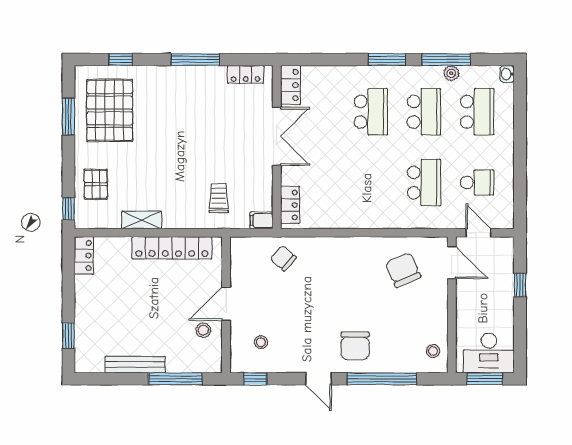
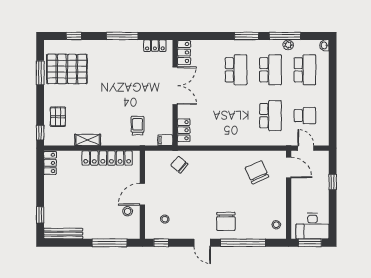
pallet: (110, 110) -> (67, 69), turned 90
bench: (135, 365) -> (63, 234), moved

